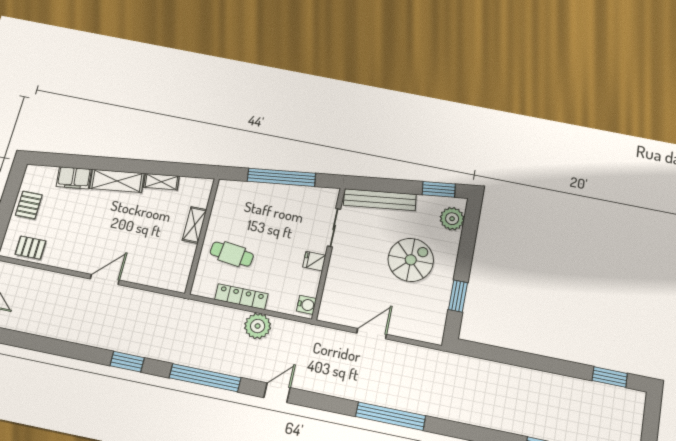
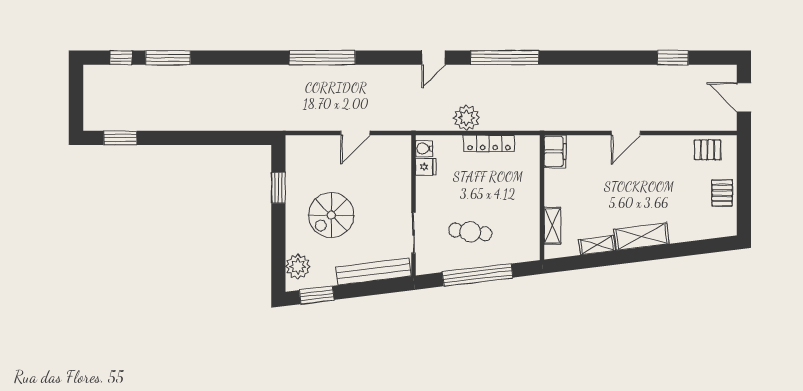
filing cabinet: (74, 178) -> (555, 152), moved, turned 97
shelving: (195, 225) -> (552, 226), moved
cafe table: (232, 254) -> (470, 232), moved
fridge: (314, 261) -> (426, 167), moved
window: (127, 362) -> (673, 58), moved

